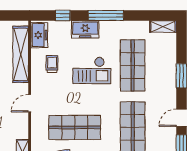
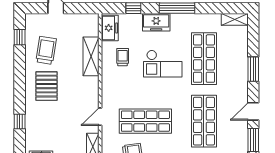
shelving: (21, 54) -> (91, 56), width x0.68
door: (30, 103) -> (100, 117), moved

